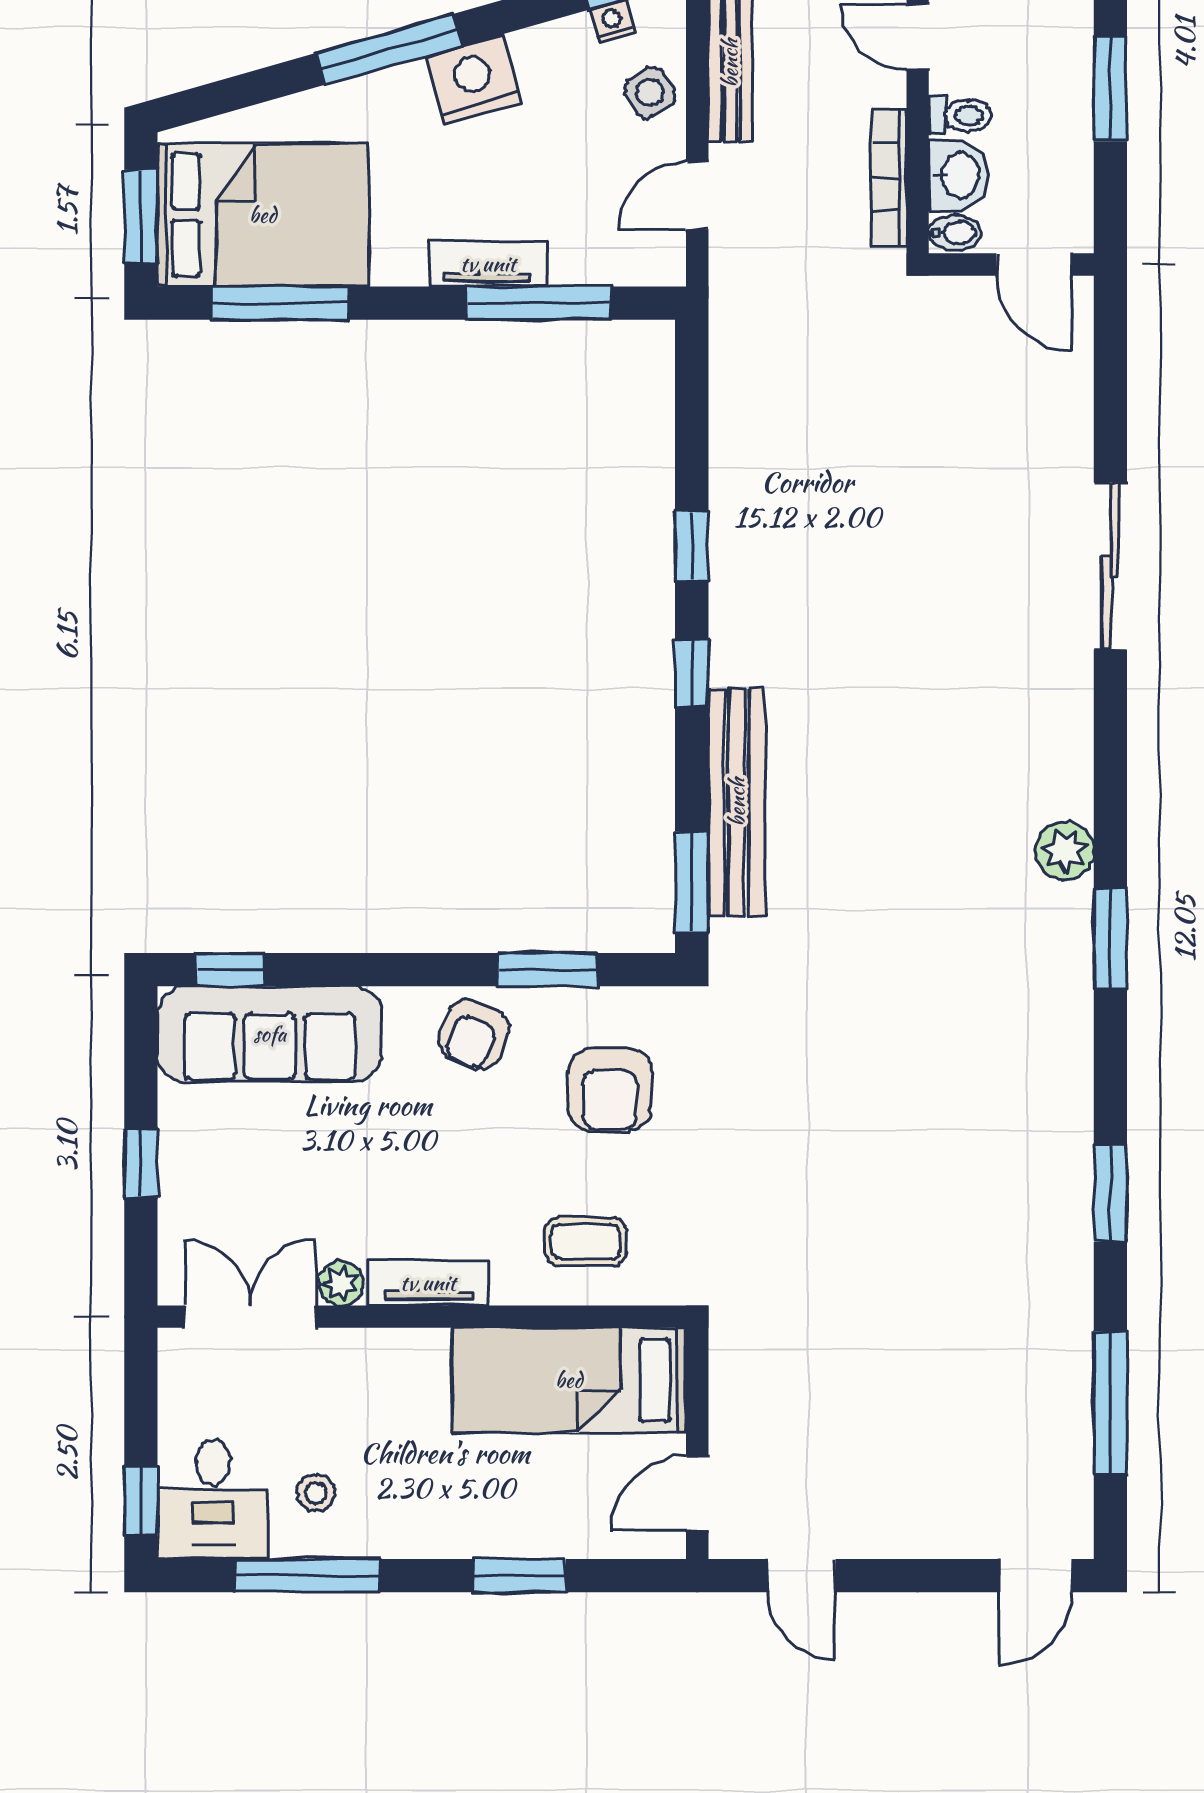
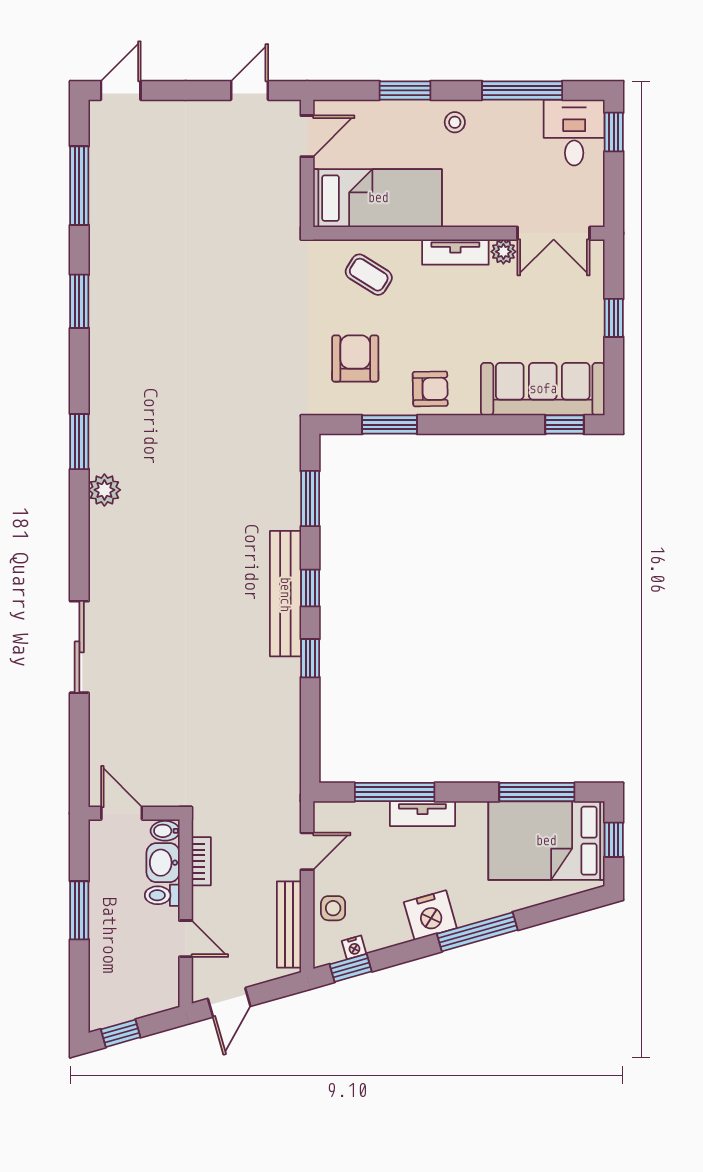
side table: (650, 92) -> (333, 908), turned 31
bookcase: (889, 178) -> (201, 861), width x0.64
window: (141, 217) -> (614, 840), width x0.67
bench: (737, 802) -> (285, 594), moved
window: (692, 882) -> (310, 499), moved
armchair: (474, 1034) -> (430, 389), turned 67
coffee table: (585, 1242) -> (369, 275), turned 32
stool: (316, 1493) -> (455, 122), moved
door: (802, 1576) -> (249, 90), hinge flipped

